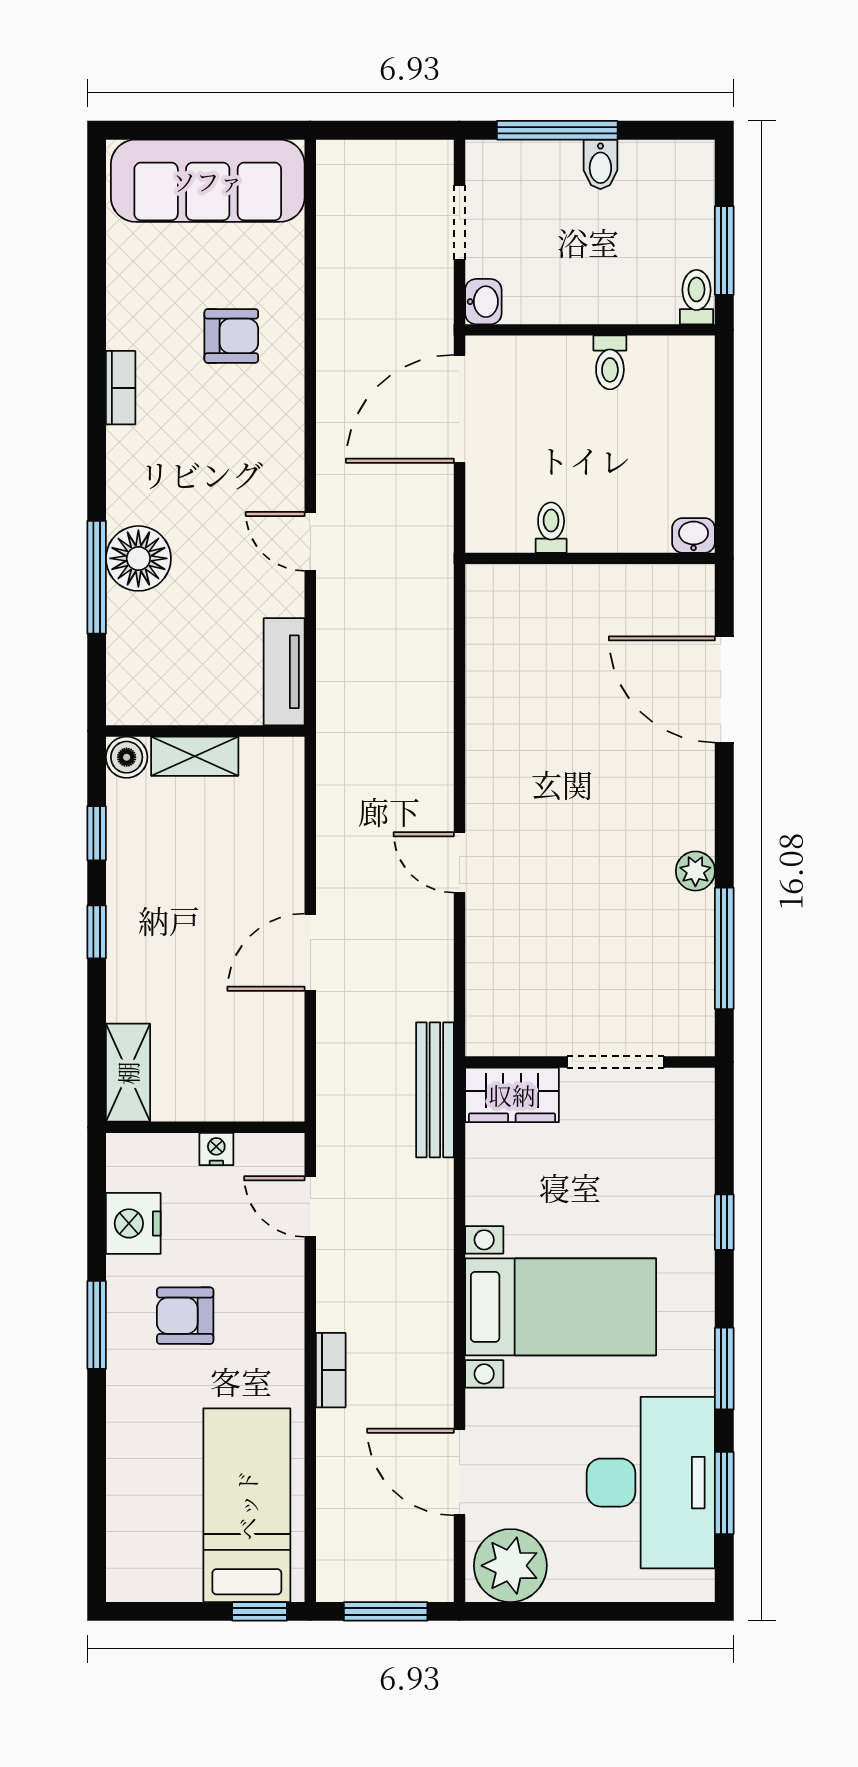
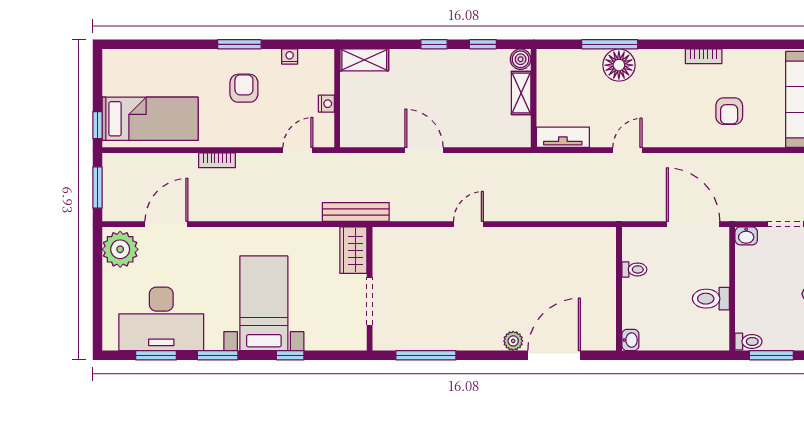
toilet: (610, 362) -> (711, 299), width x1.37, depth x1.39
plant: (695, 871) -> (513, 341), moved
nightstand: (133, 1223) -> (290, 57), width x0.53, depth x0.56
bed with nightstands: (561, 1307) -> (264, 303), moved, turned 180

